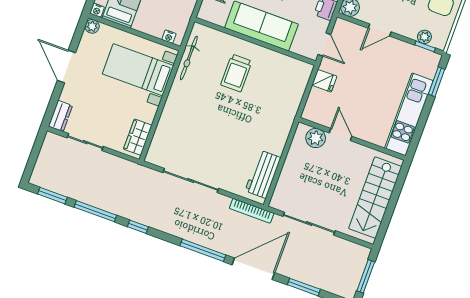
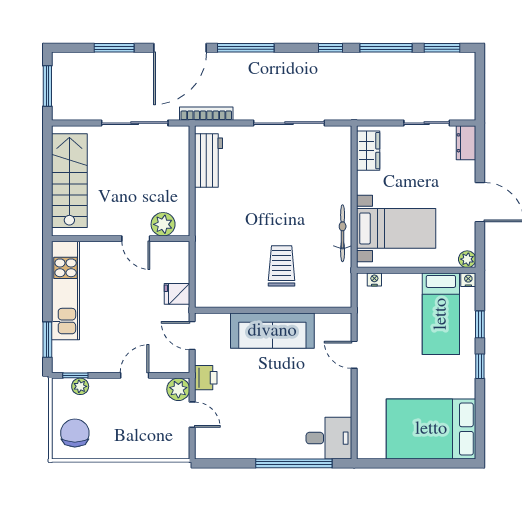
bicycle: (189, 58) -> (343, 233), moved

